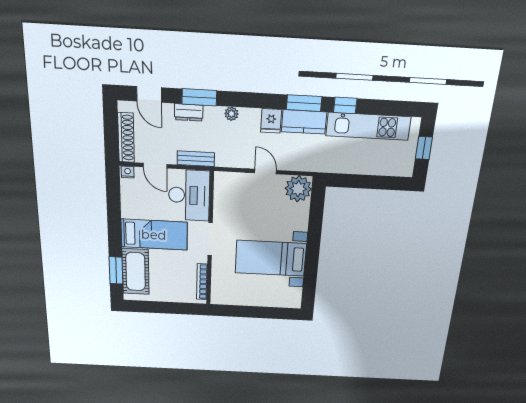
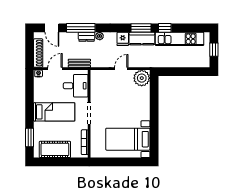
window: (199, 97) -> (81, 28), width x1.44
dresser: (189, 112) -> (87, 37), moved
door: (155, 166) -> (55, 69), swing flipped
door: (266, 172) -> (121, 69), hinge flipped
desk: (189, 195) -> (76, 86), width x0.73
bed with nightstands: (271, 258) -> (128, 139), moved
cot: (136, 272) -> (55, 149), moved, turned 90

